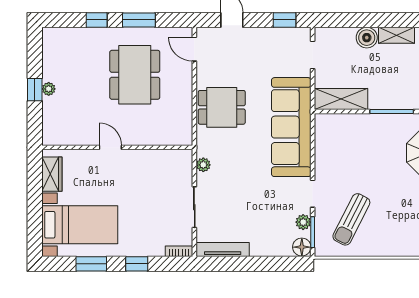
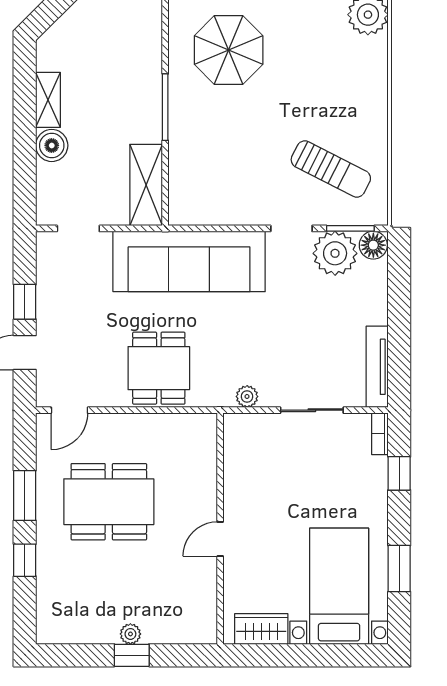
window: (284, 20) -> (25, 302), moved
plant: (303, 222) -> (335, 253), width x1.87, depth x1.87
window: (137, 264) -> (399, 473), moved

